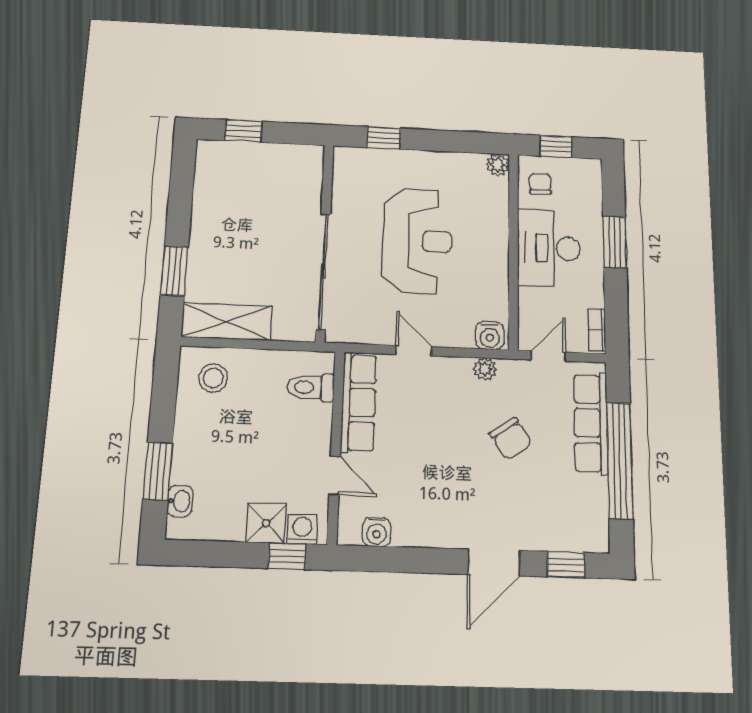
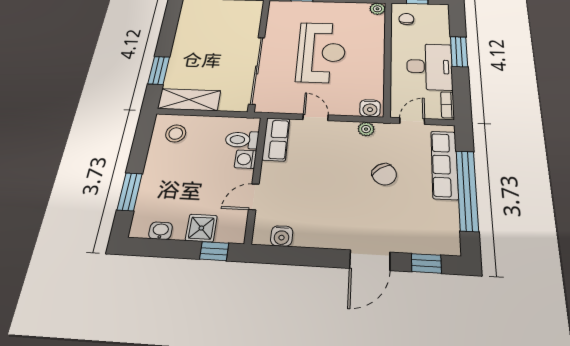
desk: (549, 248) -> (429, 67), moved, turned 180
row of seats: (359, 402) -> (276, 139), width x0.68
door: (335, 476) -> (254, 197), swing flipped
washbasin: (180, 501) -> (161, 231), moved, turned -90
washing machine: (302, 529) -> (246, 159), moved, turned -90

